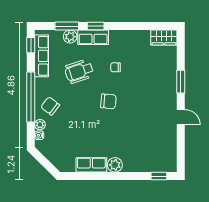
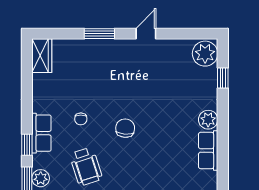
row of seats: (93, 37) -> (41, 133), moved
plant: (166, 162) -> (205, 54), added
window: (159, 176) -> (223, 78), moved

